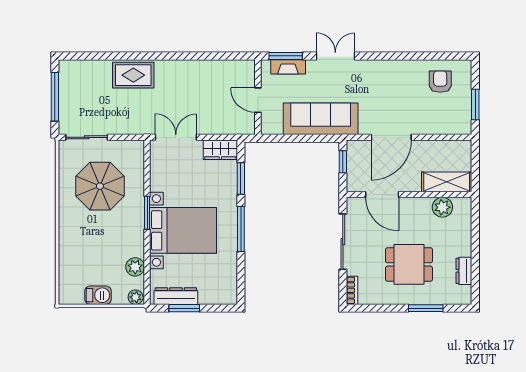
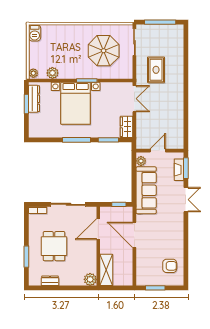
rug: (133, 75) -> (156, 70), moved
plant: (274, 127) -> (141, 161), added
plant: (442, 207) -> (90, 279), moved
barbecue: (98, 295) -> (35, 33), moved

